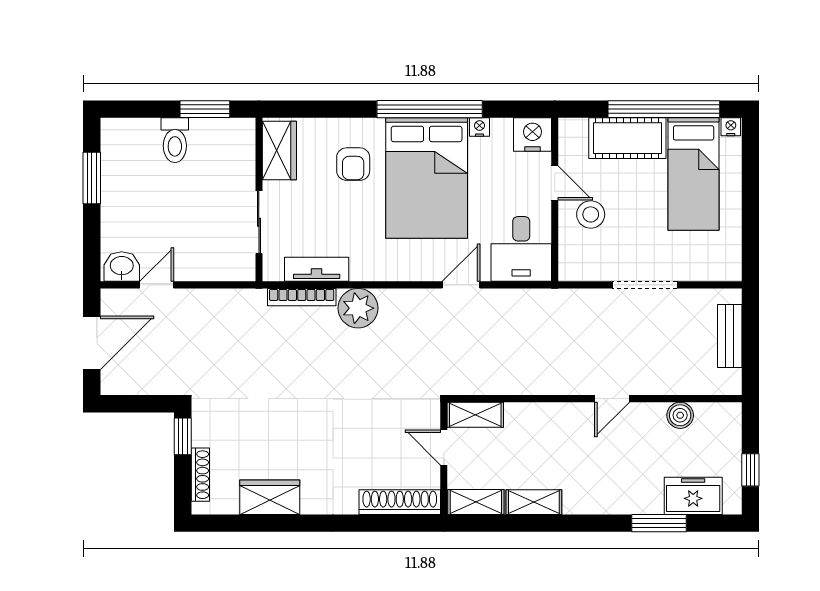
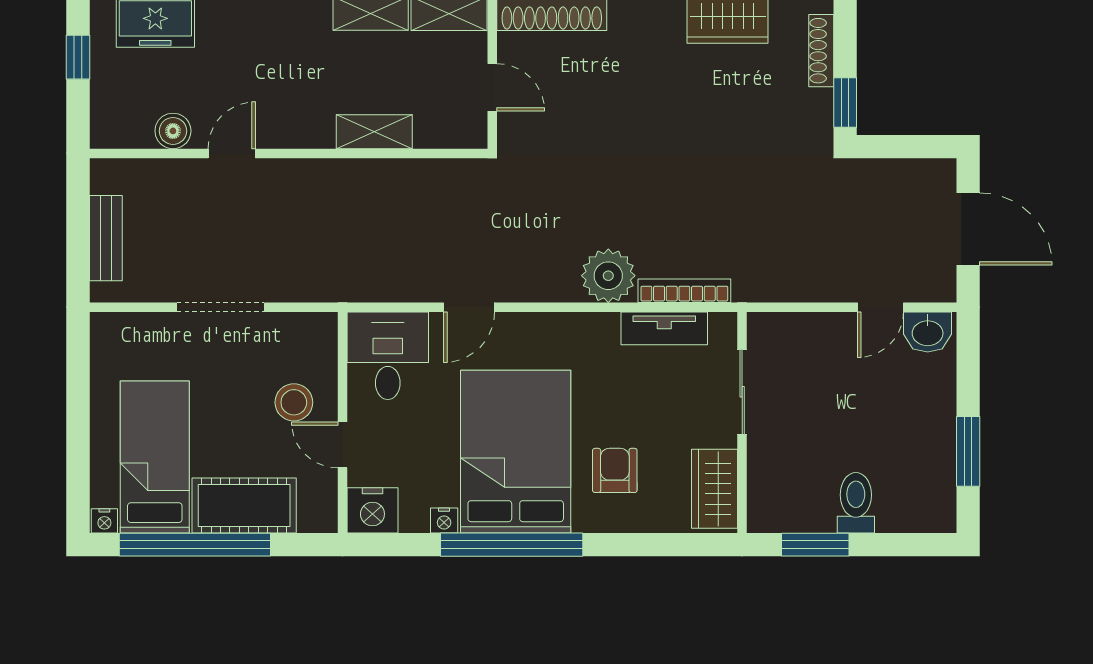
door: (92, 343) -> (968, 229), swing flipped
door: (612, 399) -> (232, 153), moved
shelving: (475, 415) -> (374, 132), moved

